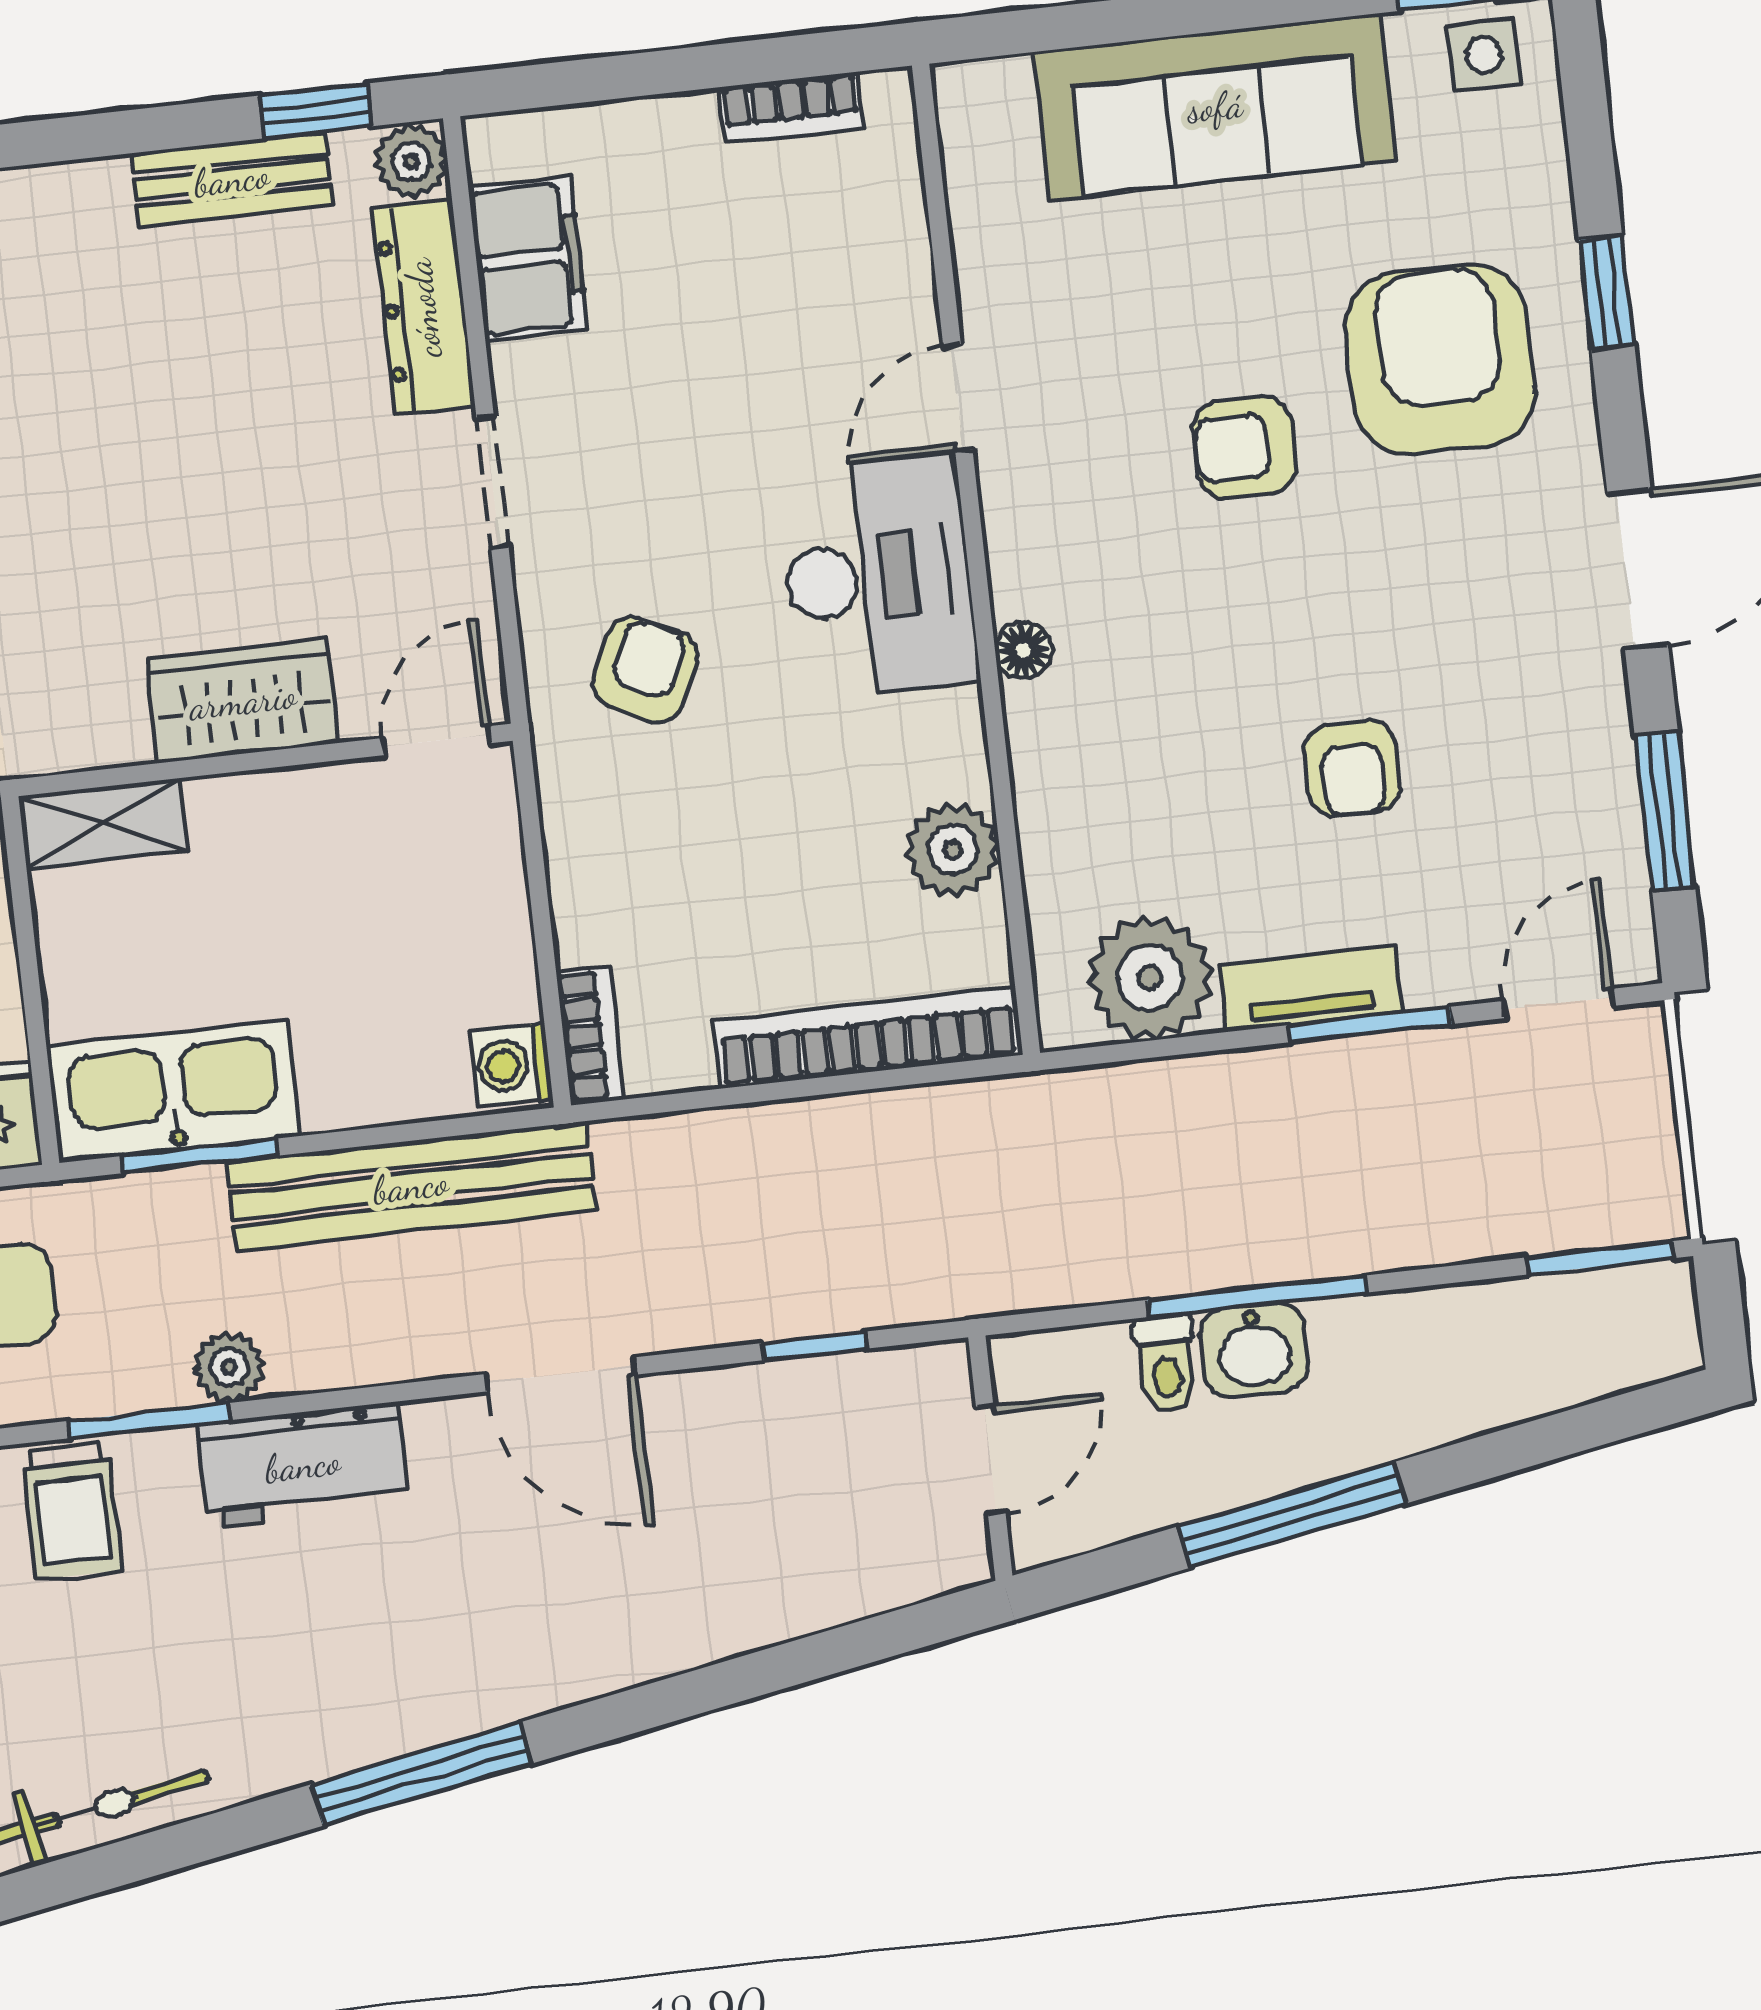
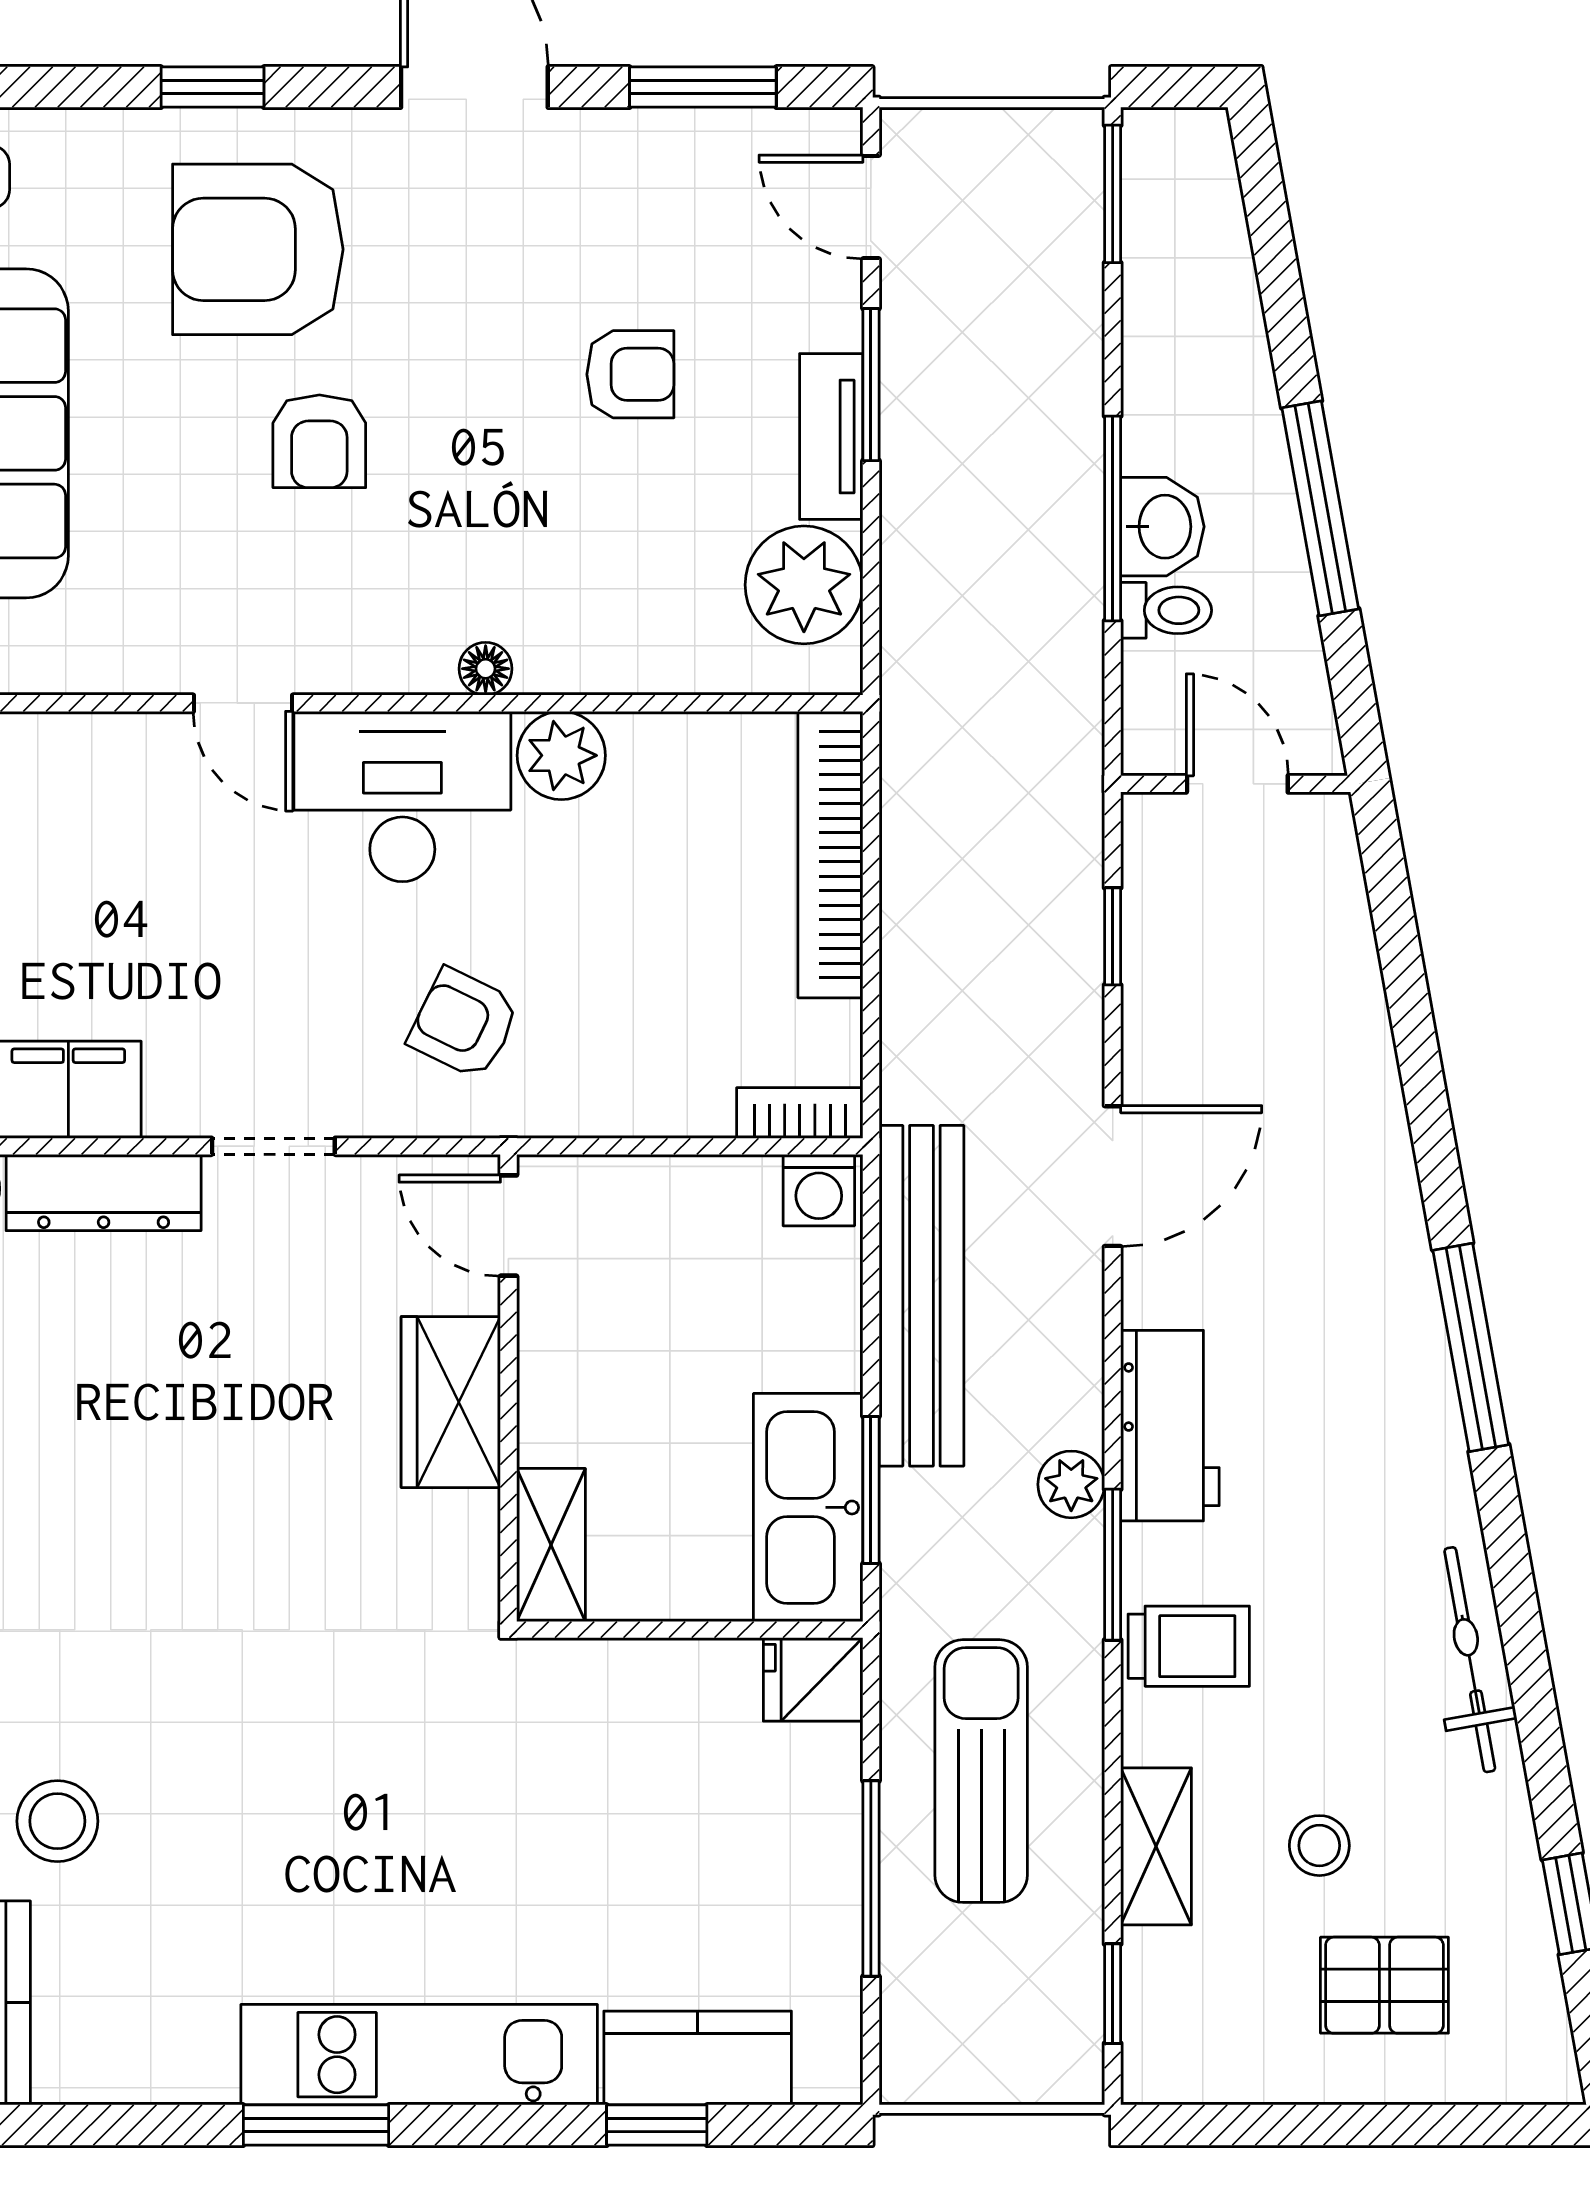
plant: (953, 850) -> (561, 755), moved

